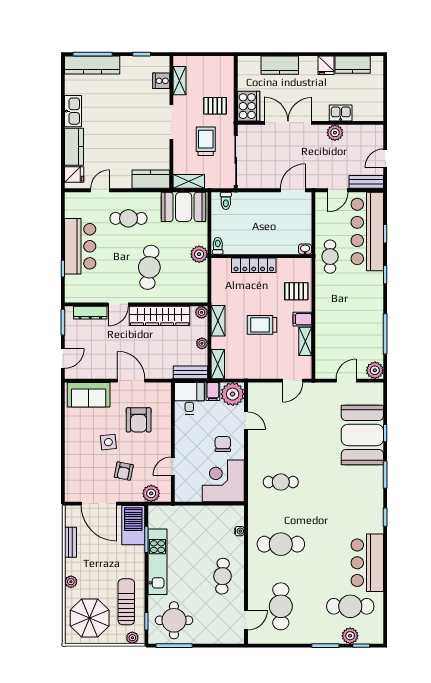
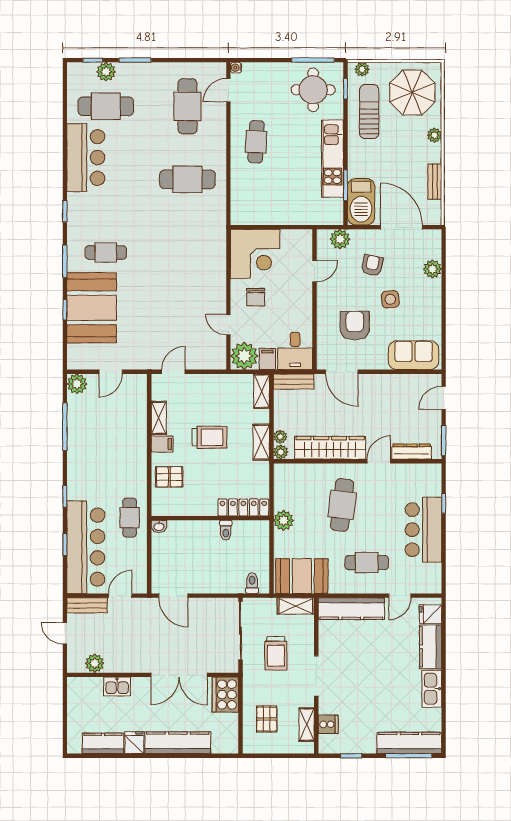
kitchen counter: (280, 65) -> (178, 743), width x1.50
pallet: (215, 106) -> (267, 719), moved, turned 90
plant: (335, 133) -> (95, 663), moved
door: (385, 158) -> (65, 633), swing flipped
kitchen counter: (151, 179) -> (351, 609), width x1.50
door: (293, 190) -> (173, 596), hinge flipped
toilet: (218, 246) -> (226, 530), moved
locker: (254, 265) -> (243, 507), moved
plant: (202, 343) -> (280, 437), moved
door: (131, 381) -> (342, 372), moved
plant: (73, 468) -> (432, 269), added
cafe table: (281, 482) -> (106, 252), moved
water cooler: (240, 531) -> (236, 68), moved
sun lounger: (126, 602) -> (369, 112), turned 180

